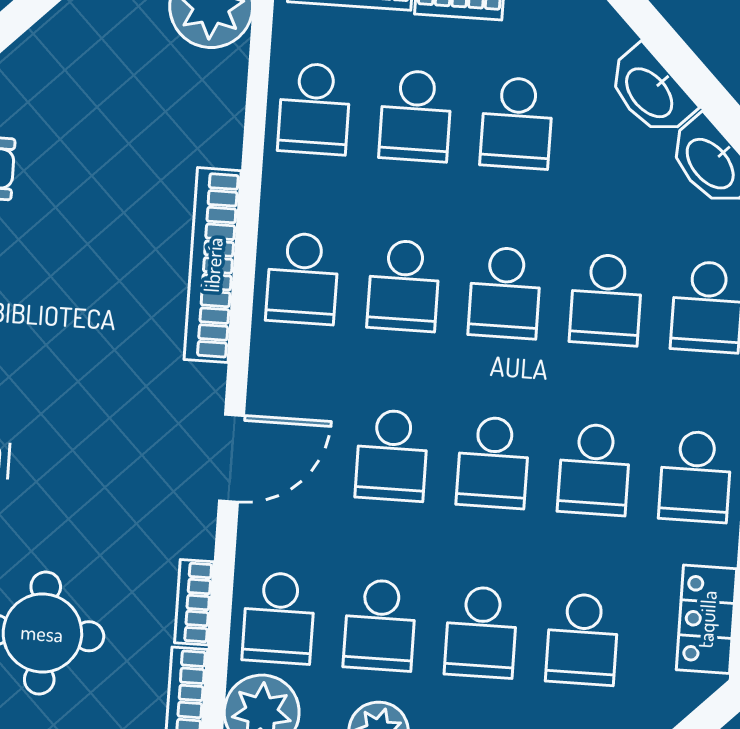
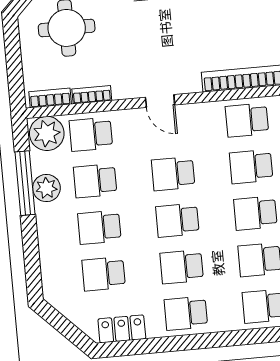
door: (232, 458) -> (160, 101), width x0.73

